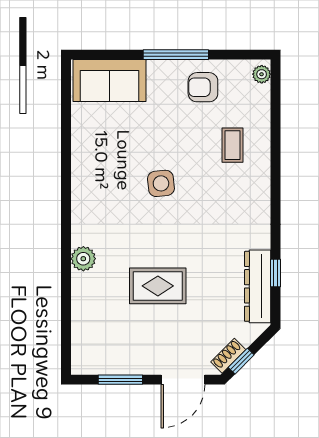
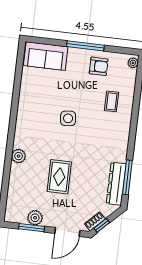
armchair: (203, 87) -> (99, 66), turned 180
window: (275, 273) -> (127, 177), width x2.17
rug: (158, 286) -> (59, 177), turned 90
plant: (124, 362) -> (35, 218), added

